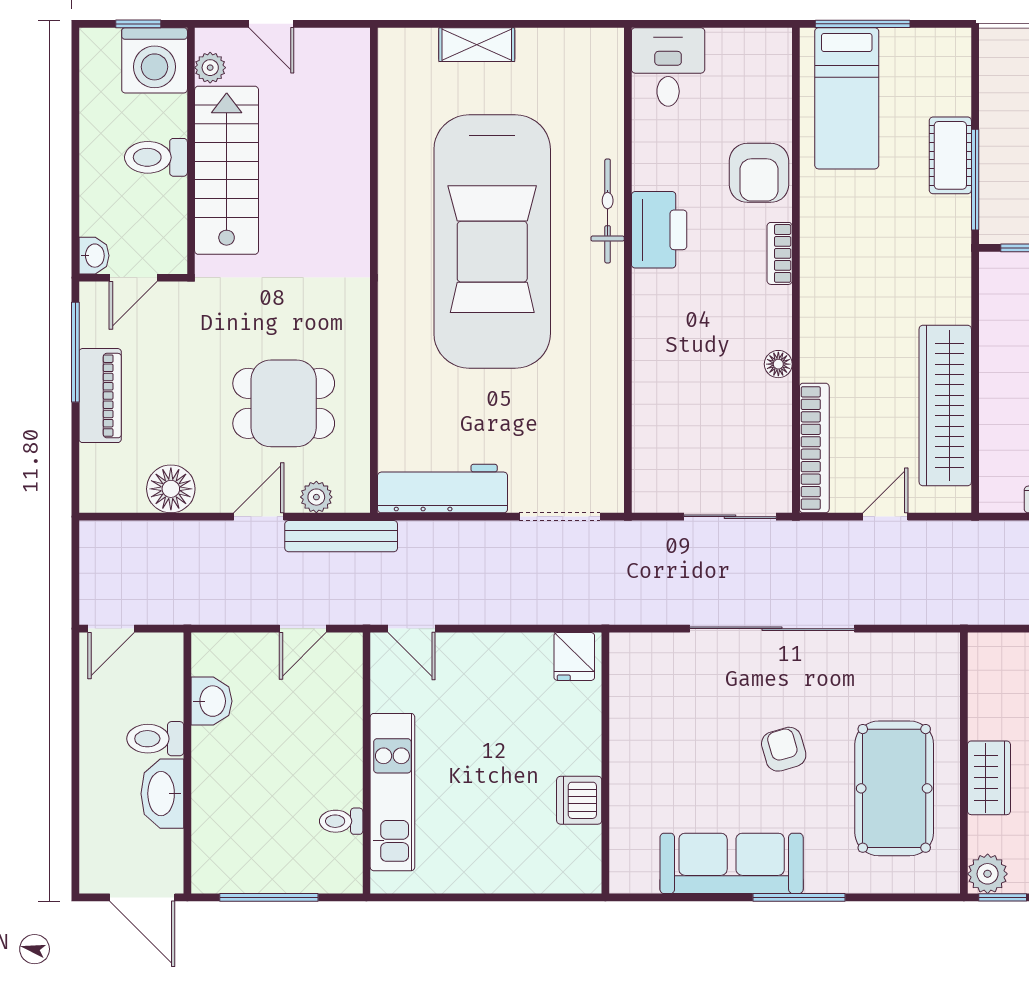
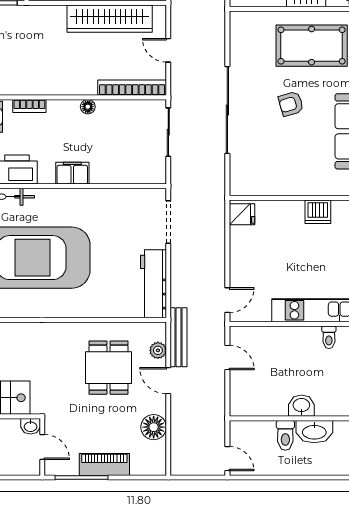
washbasin: (94, 256) -> (31, 426), moved, turned 180
filing cabinet: (652, 335) -> (72, 173), added
washbasin: (211, 701) -> (301, 406), moved

